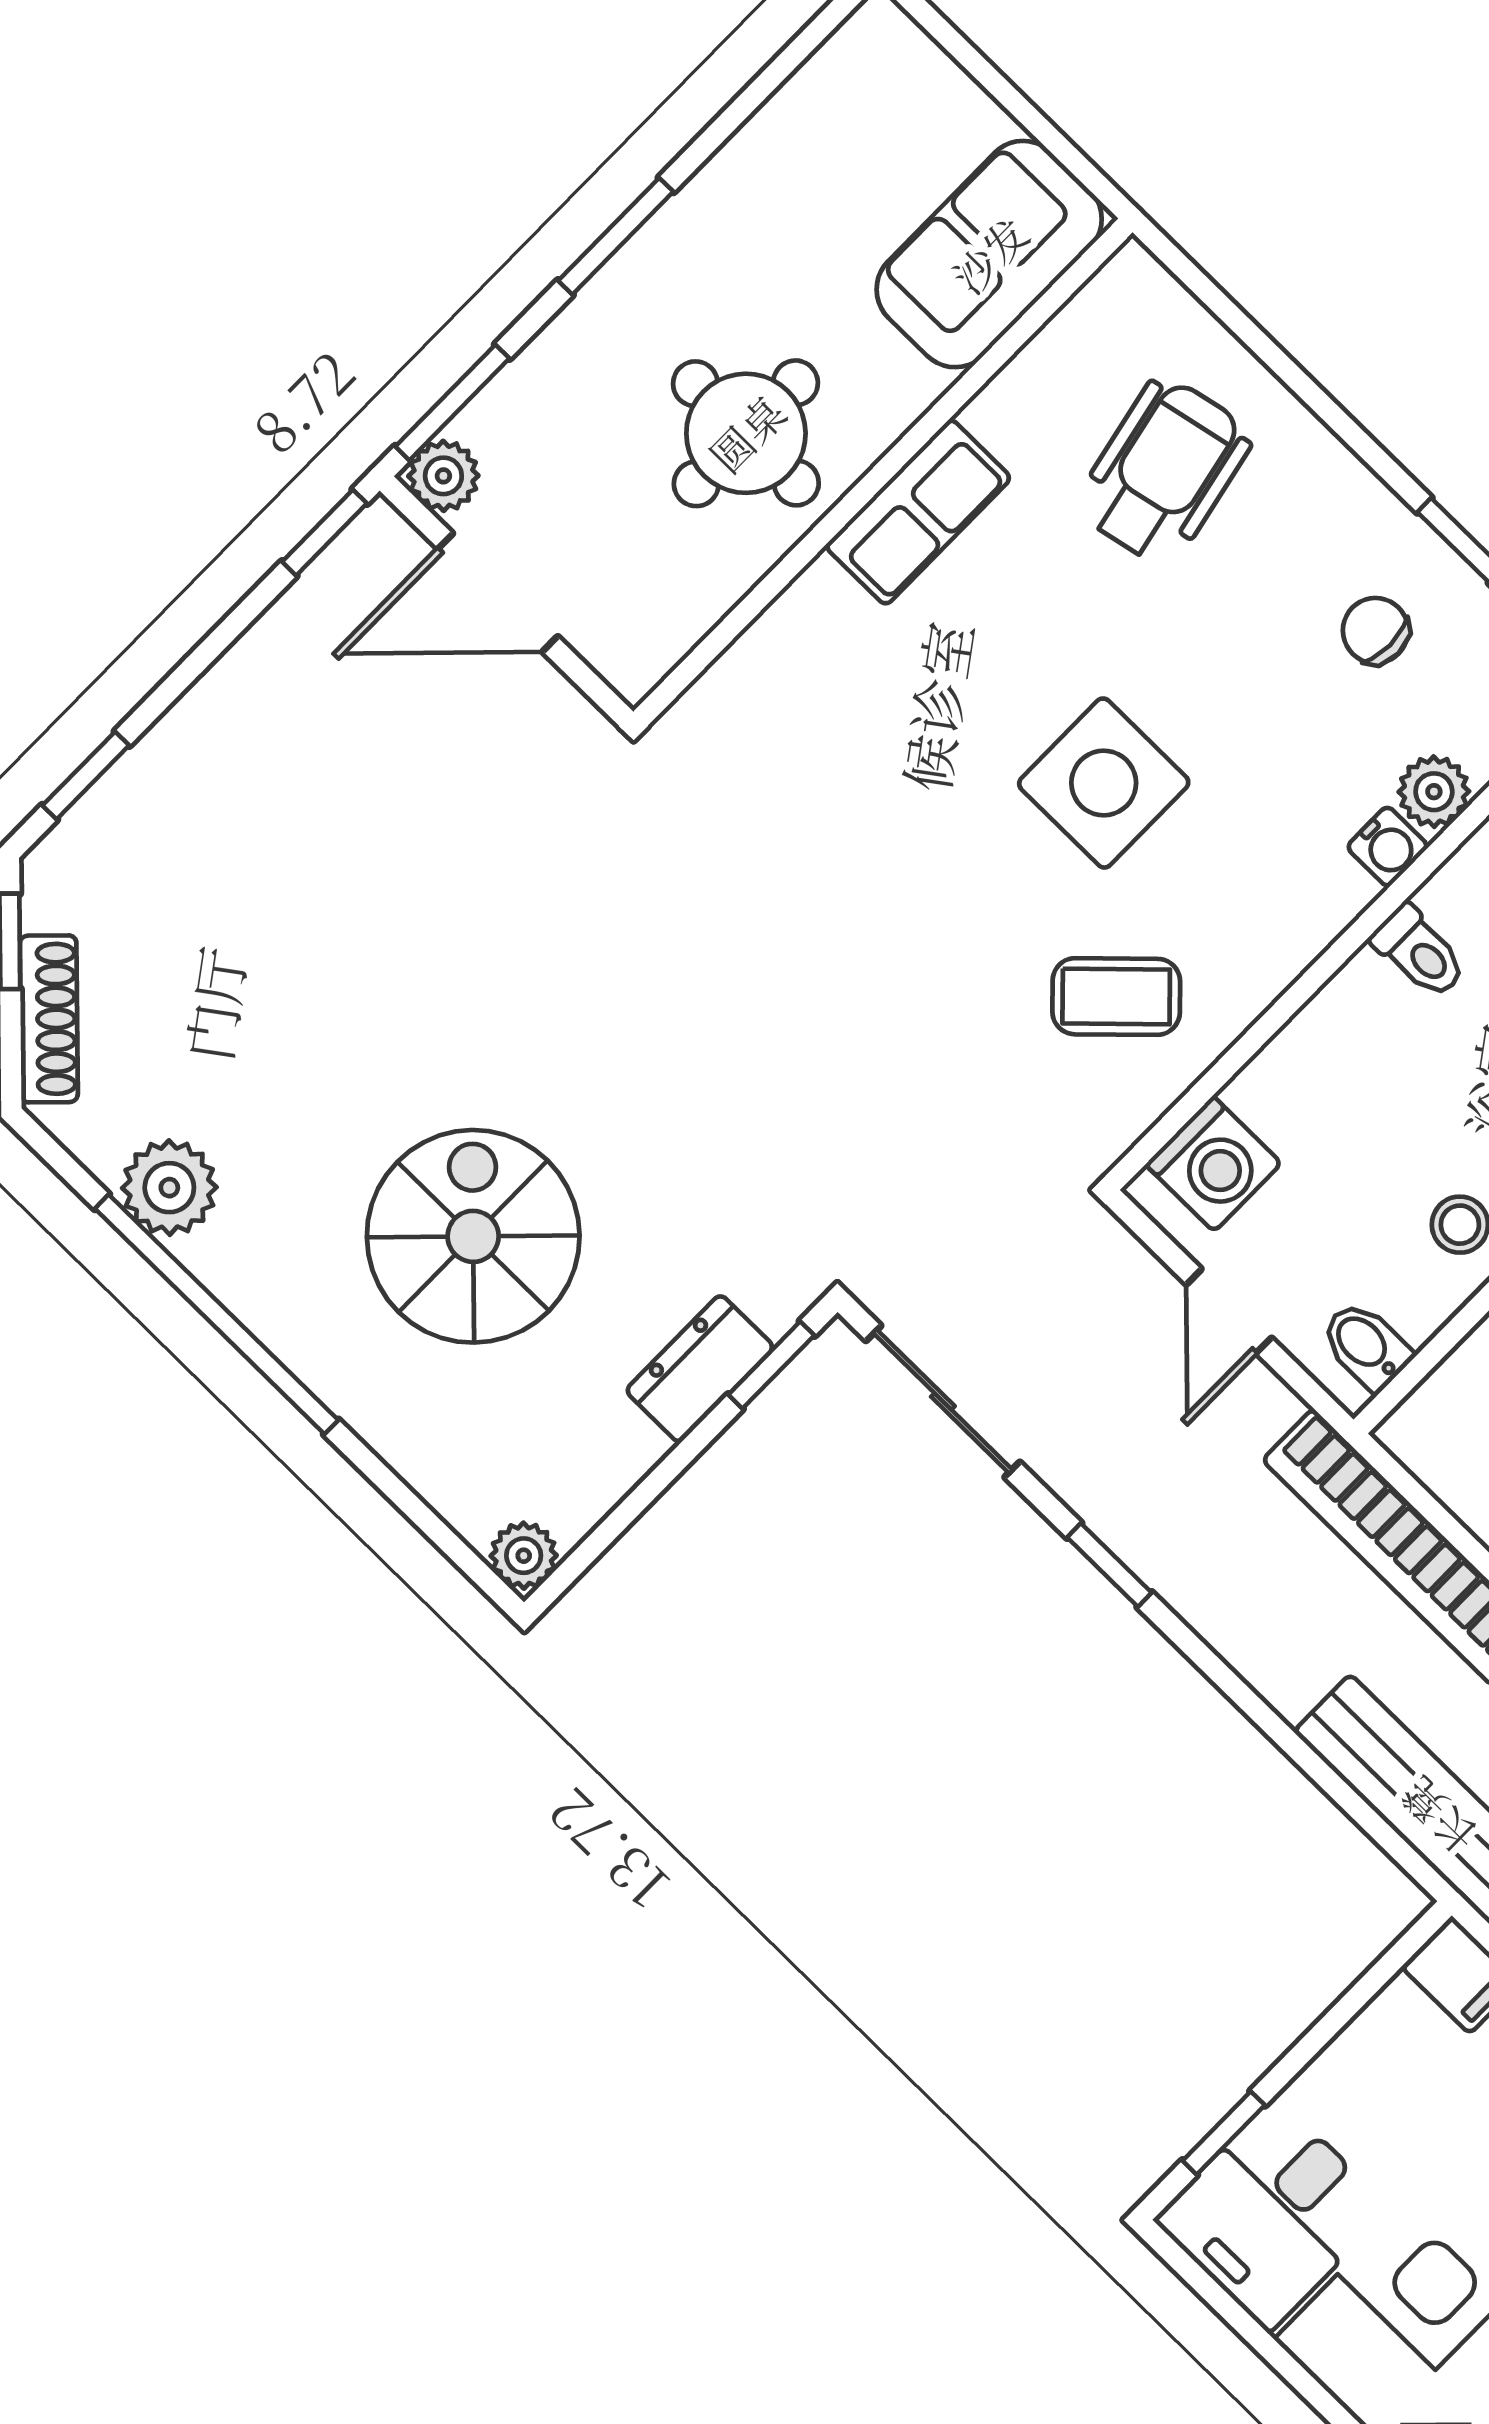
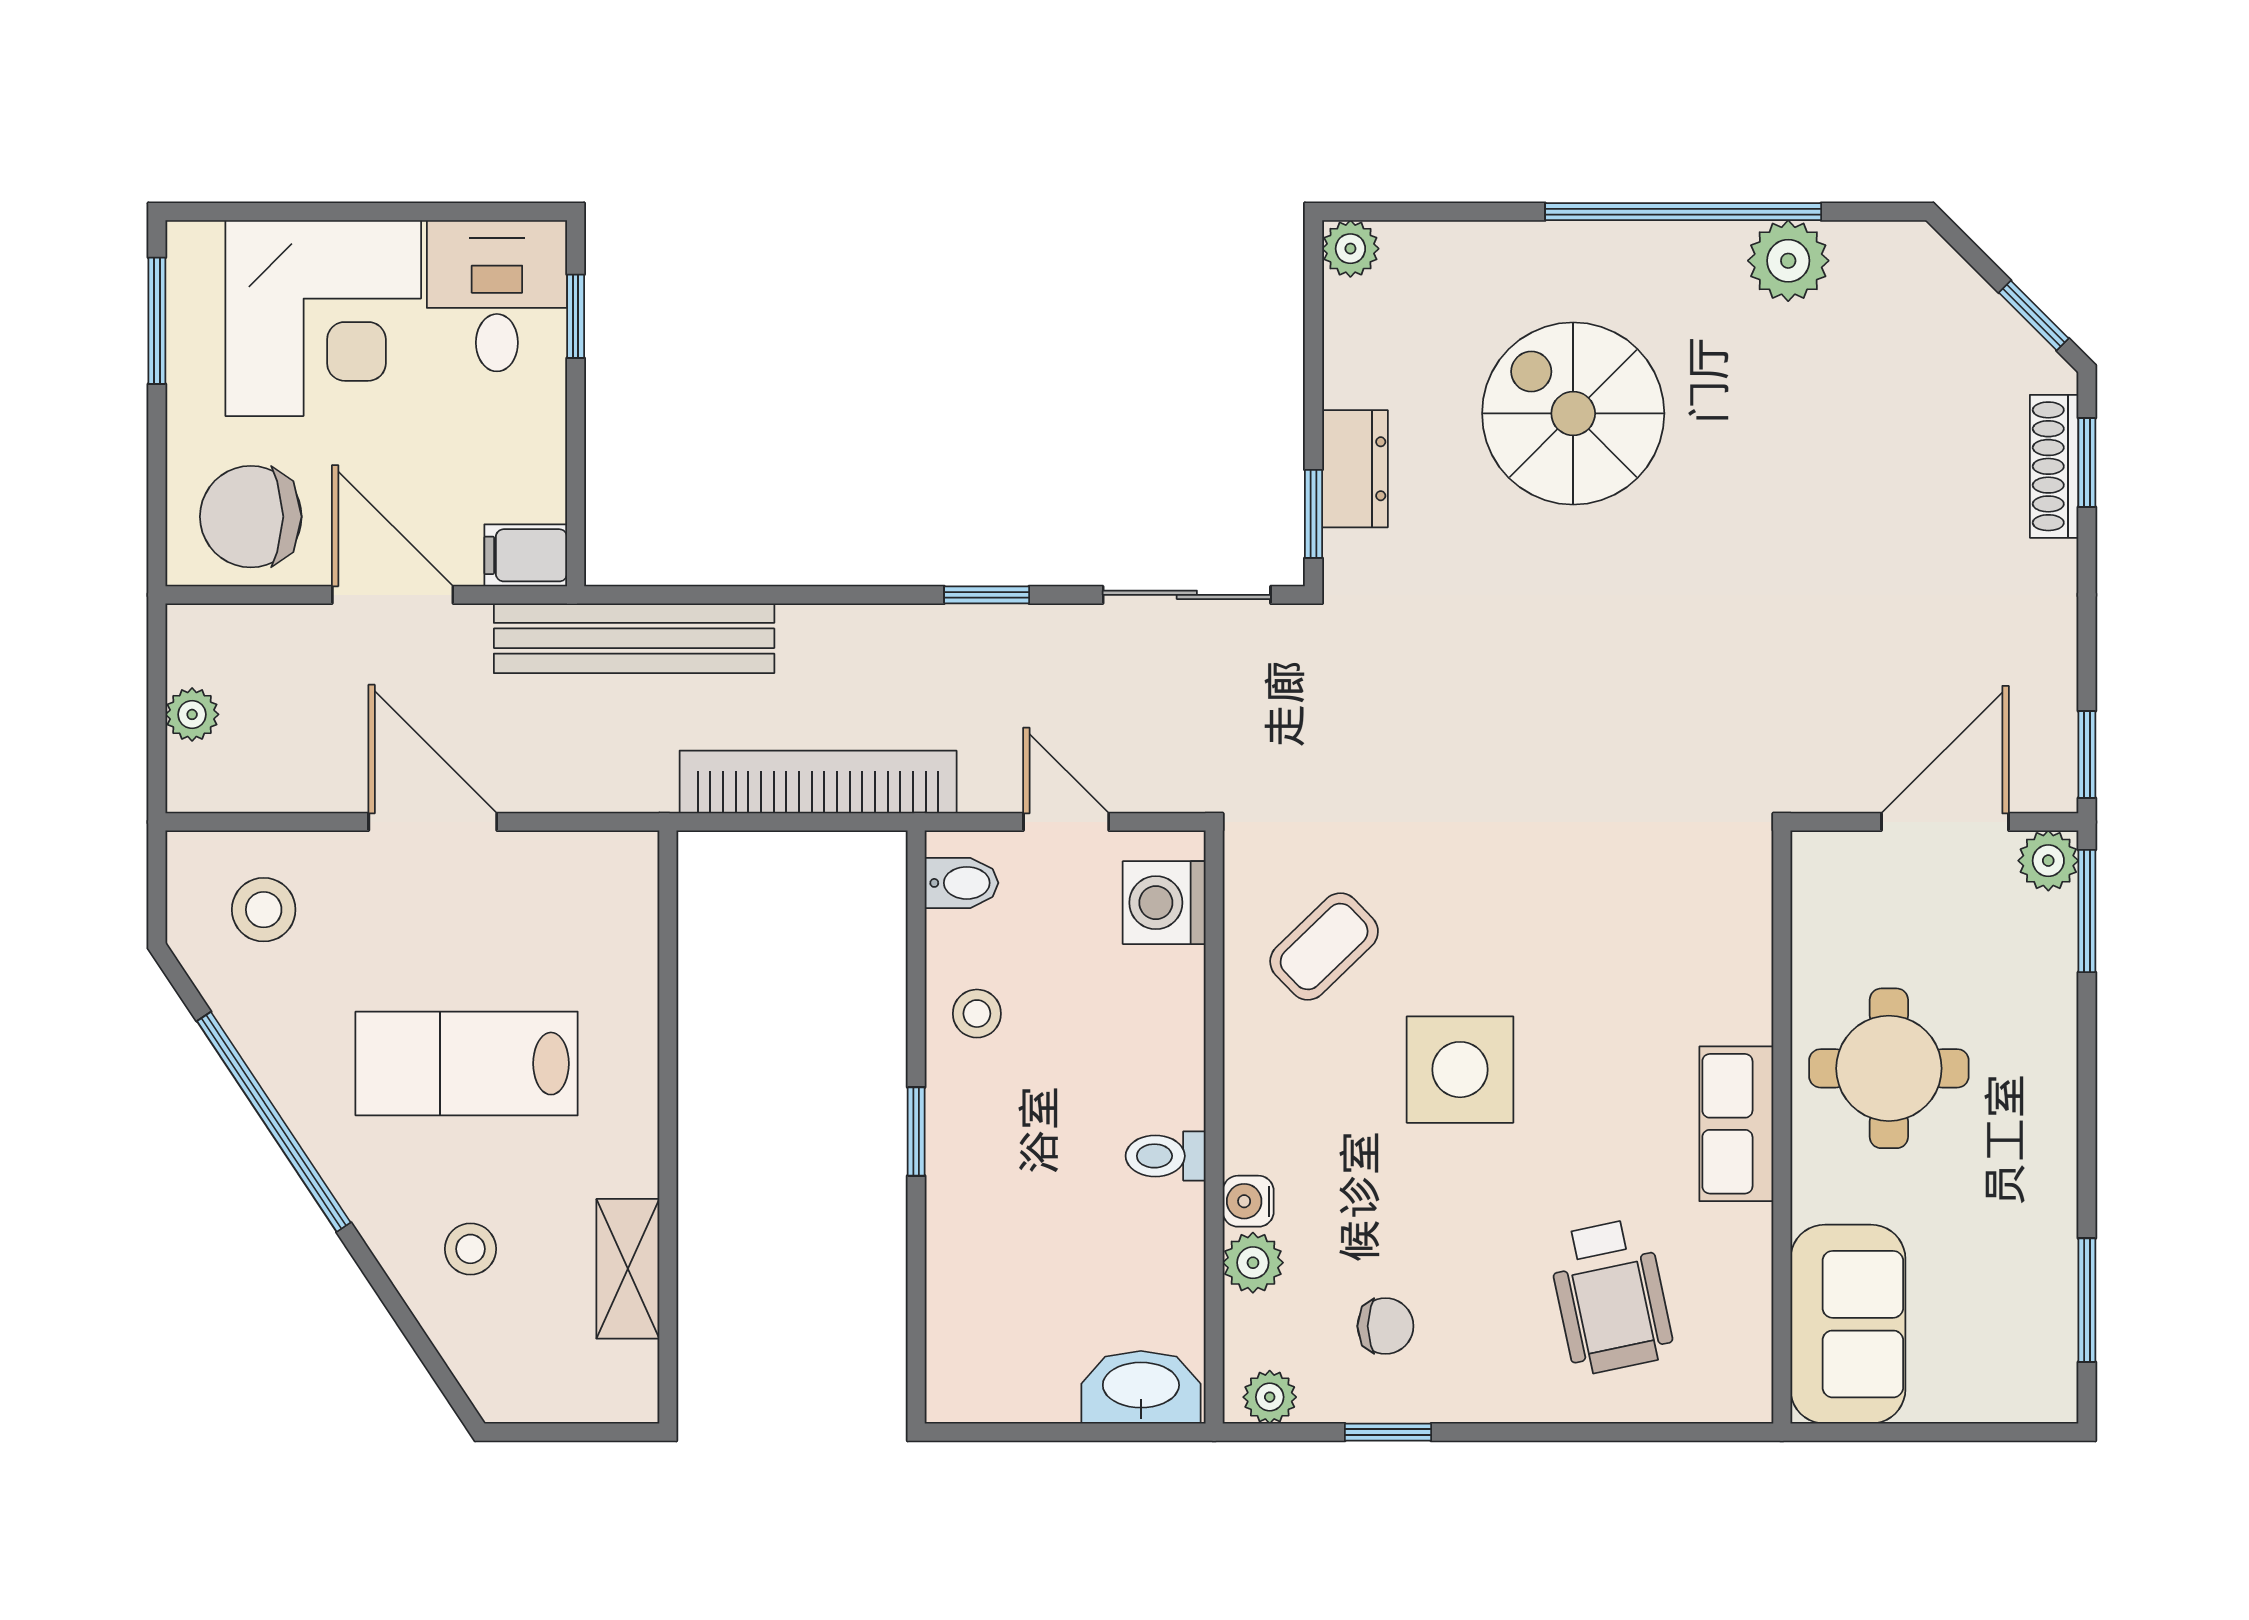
window: (616, 236) -> (2087, 1300), moved
shoe rack: (49, 1019) -> (2054, 466), moved, turned 45
spiral stairs: (473, 1236) -> (1573, 413), turned 180

